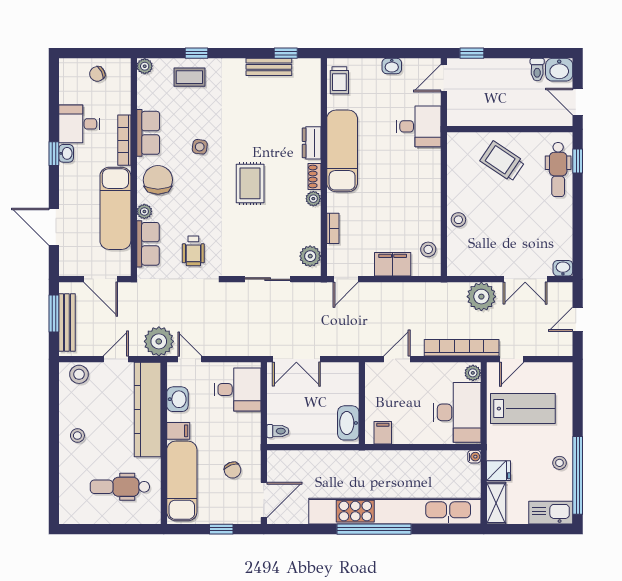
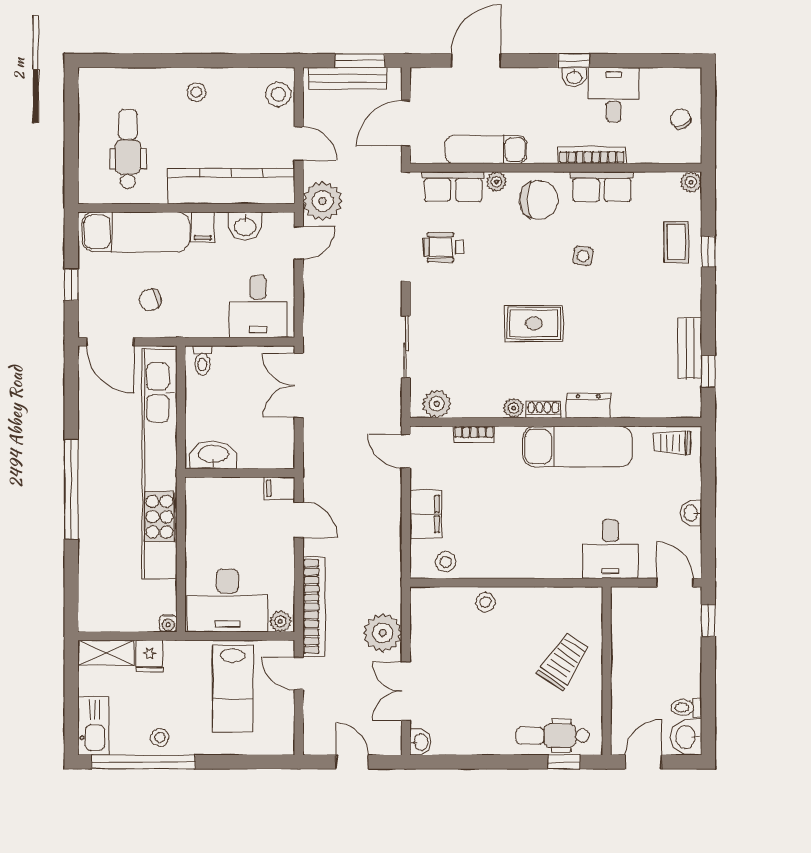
exam couch: (115, 208) -> (486, 150), width x0.73, depth x0.69
filing cabinet: (383, 433) -> (279, 488), moved, turned 180
kitchen unit: (395, 511) -> (160, 464), moved, turned 180

